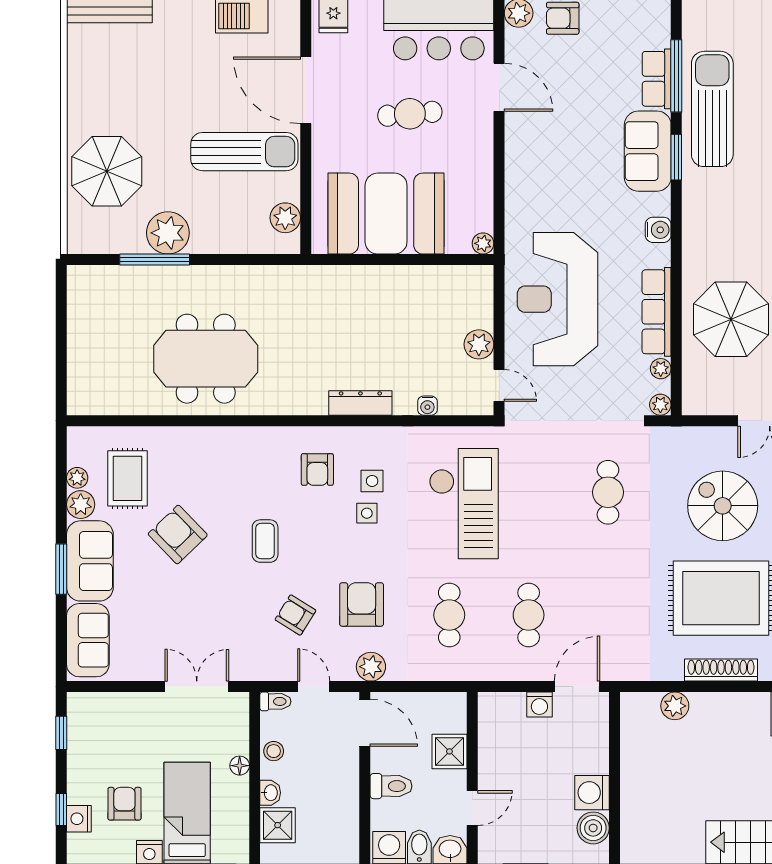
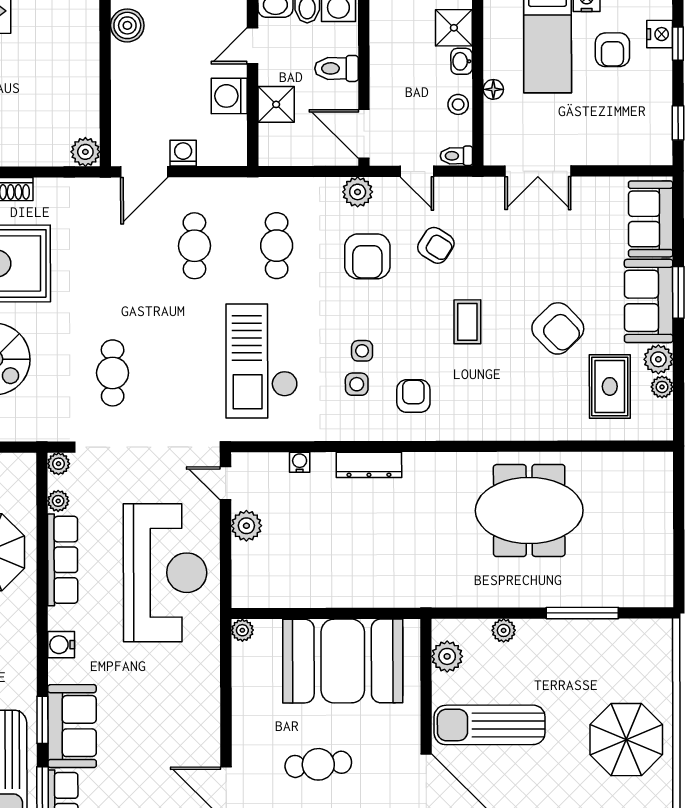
parasol: (107, 171) -> (626, 740), moved
plant: (168, 233) -> (504, 630), moved, width x0.53, depth x0.53
plant: (675, 706) -> (85, 152), moved
washing machine: (592, 793) -> (229, 96), moved, turned 180

